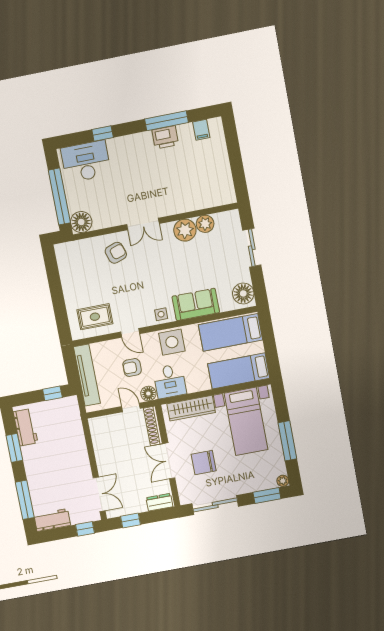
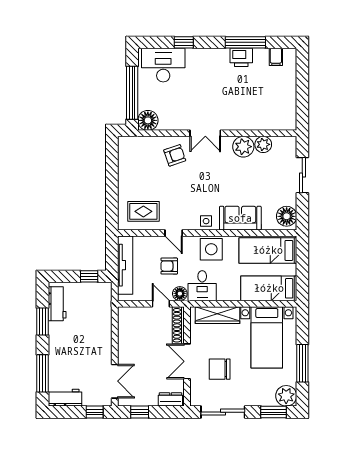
plant: (283, 481) -> (286, 396), width x1.87, depth x1.87

